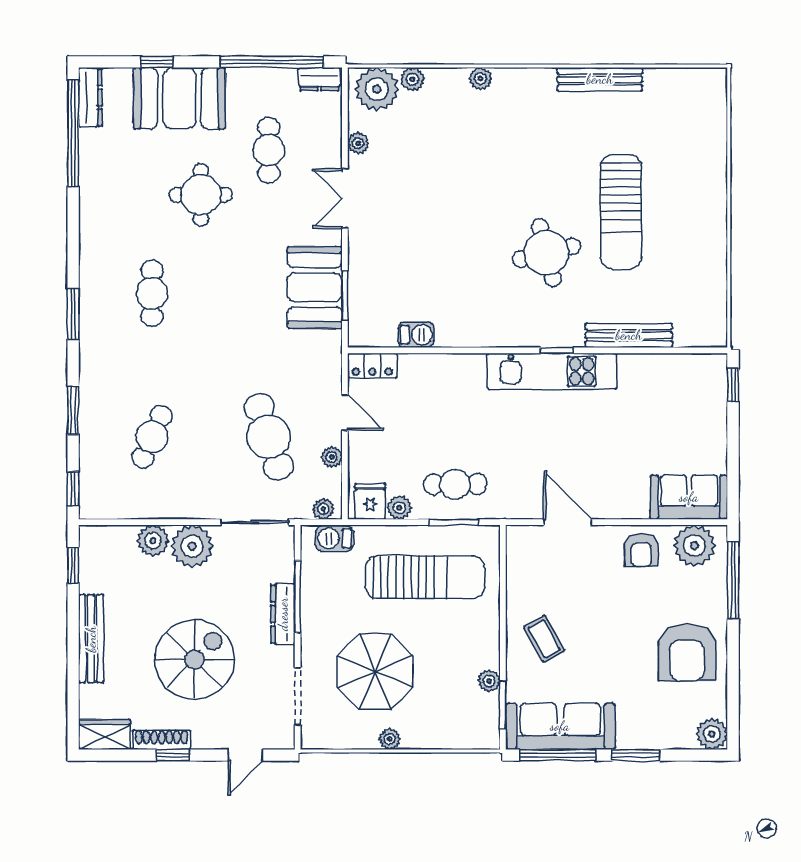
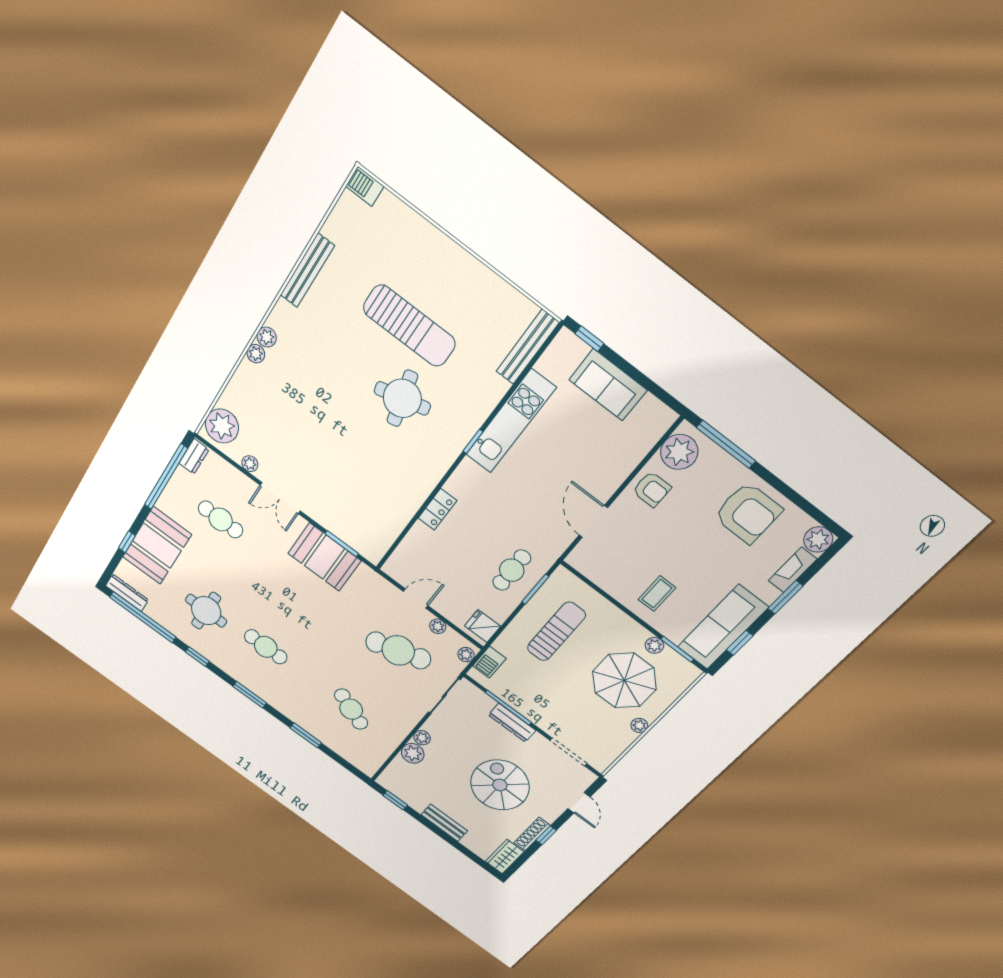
plant: (412, 79) -> (267, 337), moved
round table: (201, 195) -> (206, 611), moved
barbecue: (416, 335) -> (365, 186), moved, turned -90
bench: (629, 335) -> (527, 347), moved
locker: (372, 366) -> (437, 509), moved
kitchen unit: (552, 371) -> (510, 422), moved
window: (73, 489) -> (197, 657), moved
sofa: (689, 497) -> (608, 385), moved, turned -90
plant: (399, 508) -> (500, 613), removed
door: (568, 522) -> (593, 521), hinge flipped
plant: (192, 546) -> (422, 738), width x0.53, depth x0.53
sun lounger: (425, 577) -> (556, 632), width x0.73, depth x0.75
bench: (91, 639) -> (444, 823), width x0.73
coffee table: (544, 639) -> (657, 594), turned -61
parasol: (375, 672) -> (624, 680), moved
fireplace: (667, 738) -> (793, 570), added
window: (558, 755) -> (740, 643), width x0.46

